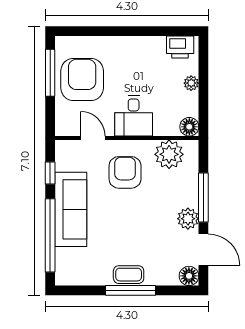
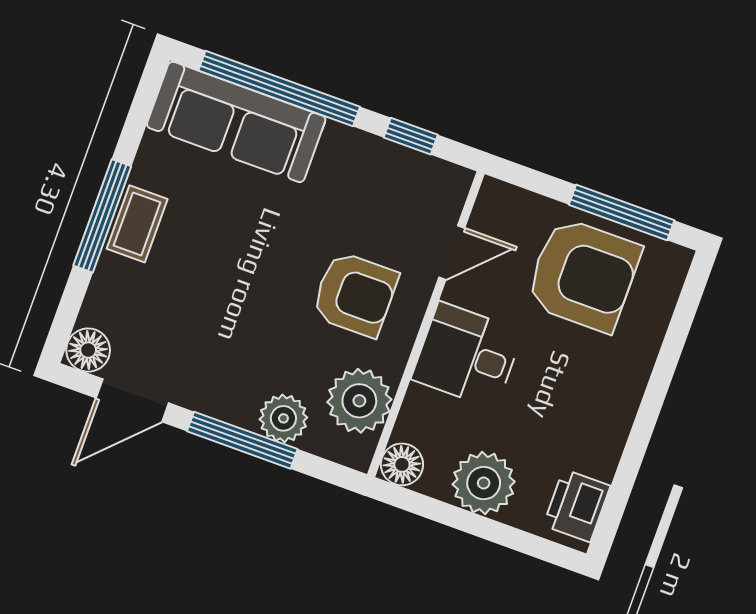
plant: (191, 83) -> (484, 483), width x1.87, depth x1.87
sofa: (71, 209) -> (236, 122), moved
plant: (188, 219) -> (283, 418), moved

